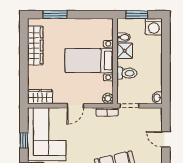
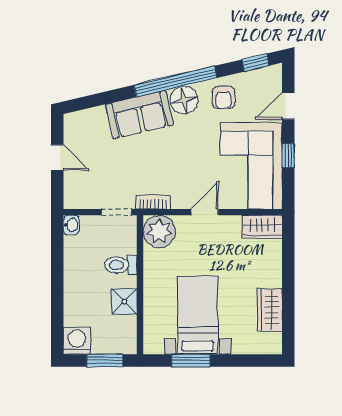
window: (55, 15) -> (191, 360), moved
bidet: (124, 37) -> (126, 323), removed
wardrobe: (35, 46) -> (270, 310), width x0.67
bed with nightstands: (89, 61) -> (198, 315), moved, turned -90
plant: (108, 98) -> (159, 231), width x1.88, depth x1.88

